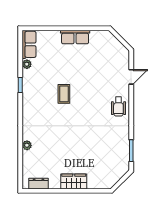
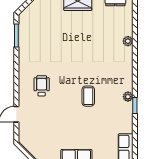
plant: (27, 64) -> (128, 97), moved
wheelchair: (118, 107) -> (42, 86), moved

